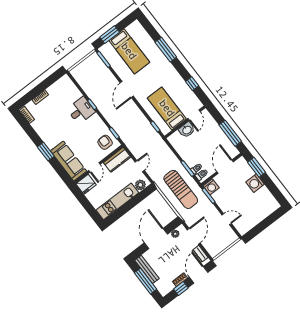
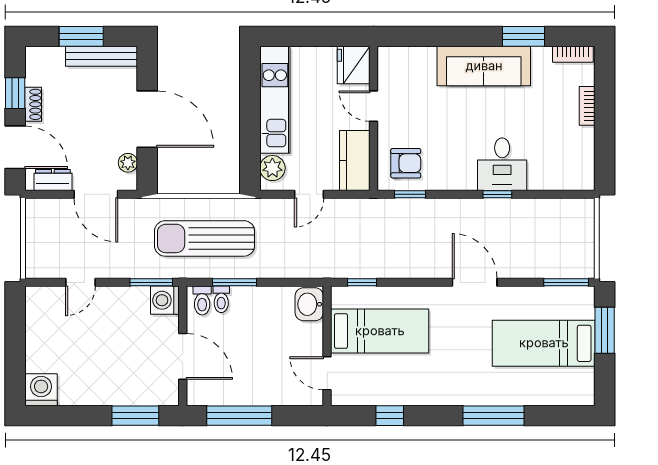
washbasin: (187, 130) -> (309, 304), moved
window: (46, 152) -> (523, 36), moved
sofa: (69, 161) -> (484, 66), moved
door: (140, 166) -> (309, 194), hinge flipped
washing machine: (255, 183) -> (41, 390), moved
window: (146, 281) -> (81, 36), width x0.69

